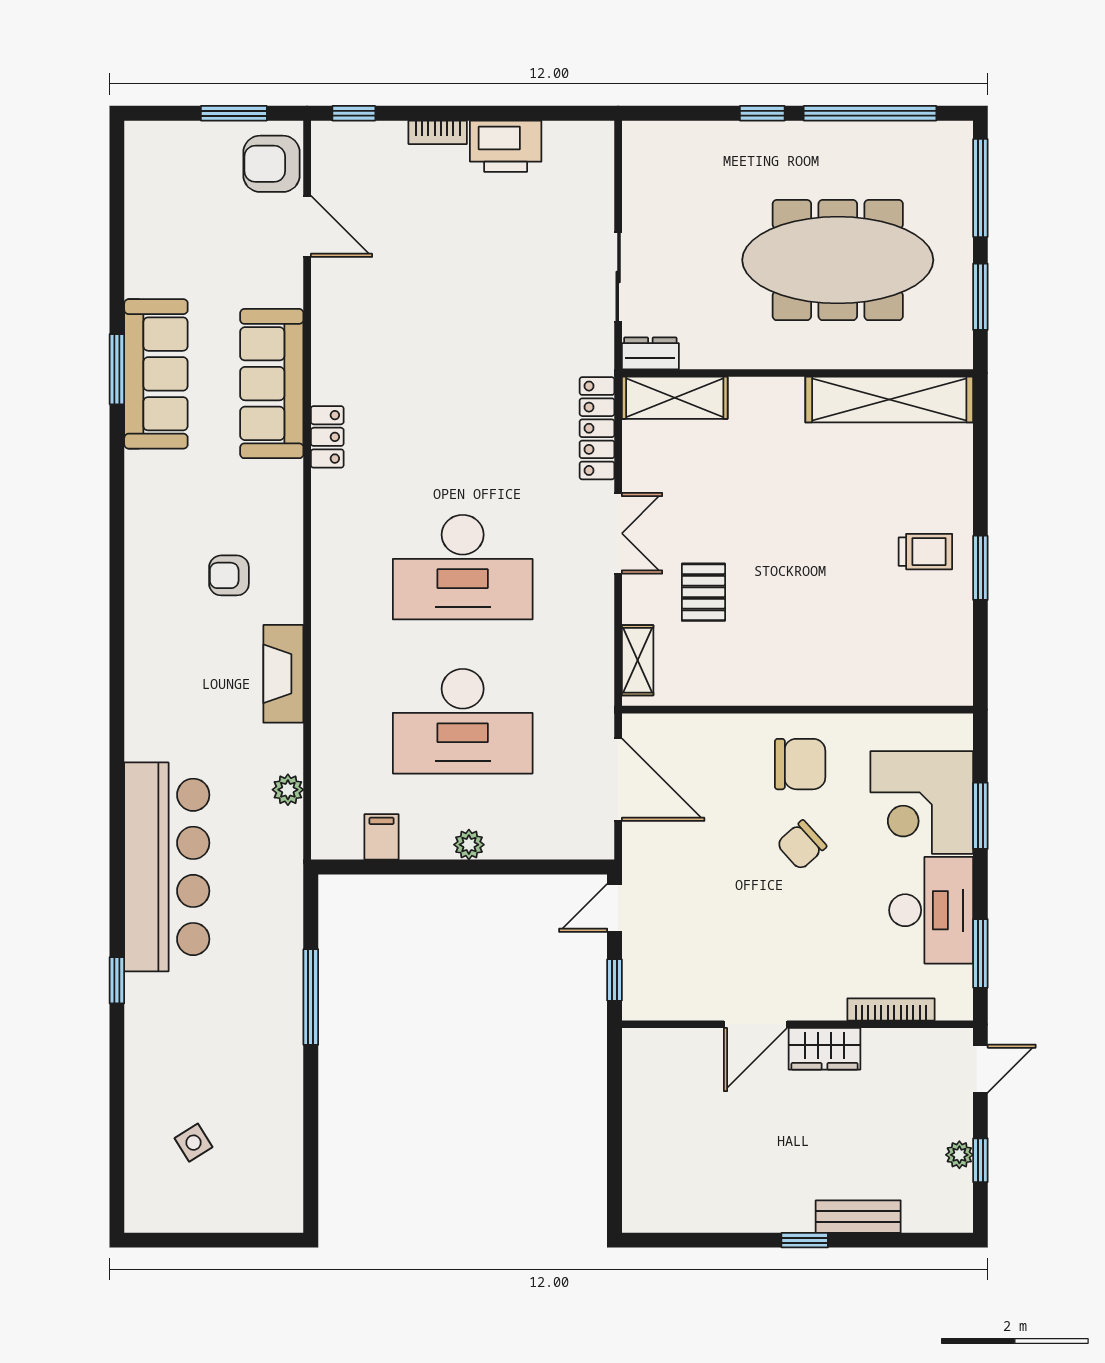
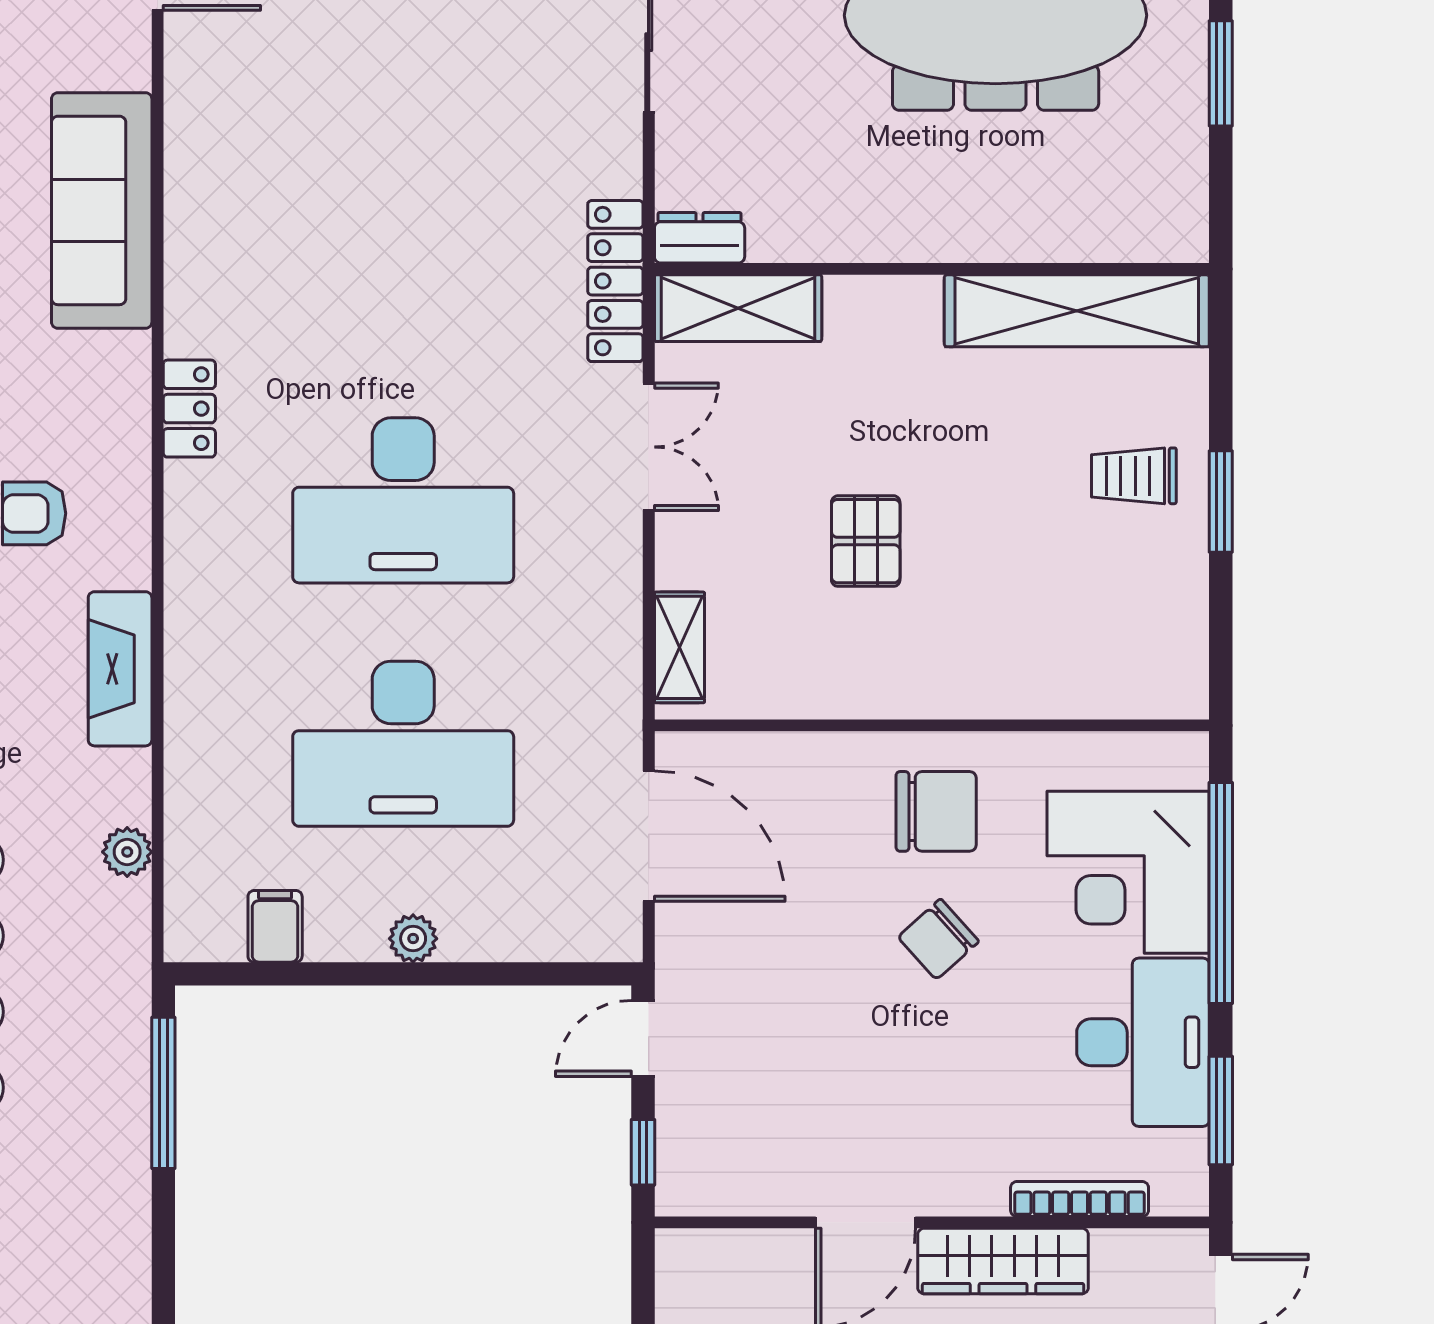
dresser: (650, 353) -> (700, 238), moved
wall: (797, 373) -> (932, 269), moved
shelving: (675, 398) -> (738, 308), moved
shelving: (889, 400) -> (1077, 311), moved
locker: (327, 437) -> (189, 409), moved
trolley: (925, 552) -> (1134, 476), turned 180
pallet: (703, 592) -> (866, 541), moved
window: (980, 816) -> (1221, 893), width x2.11
window: (311, 997) -> (163, 1093), moved
wardrobe: (825, 1049) -> (1003, 1261), width x1.50

